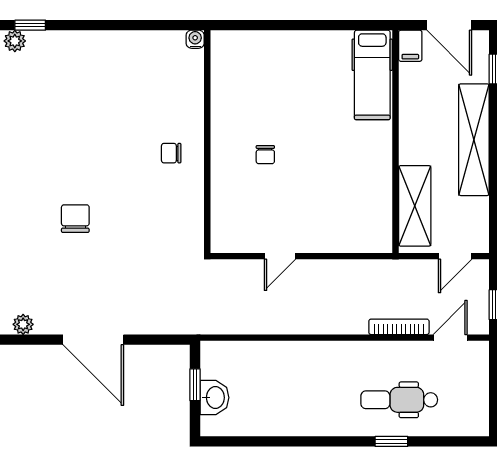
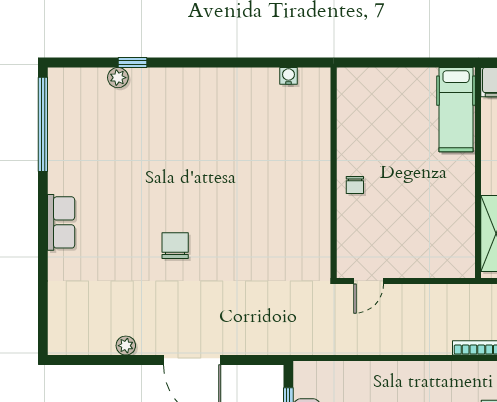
wall: (207, 142) -> (334, 173), moved
chair: (171, 153) -> (266, 184), removed

